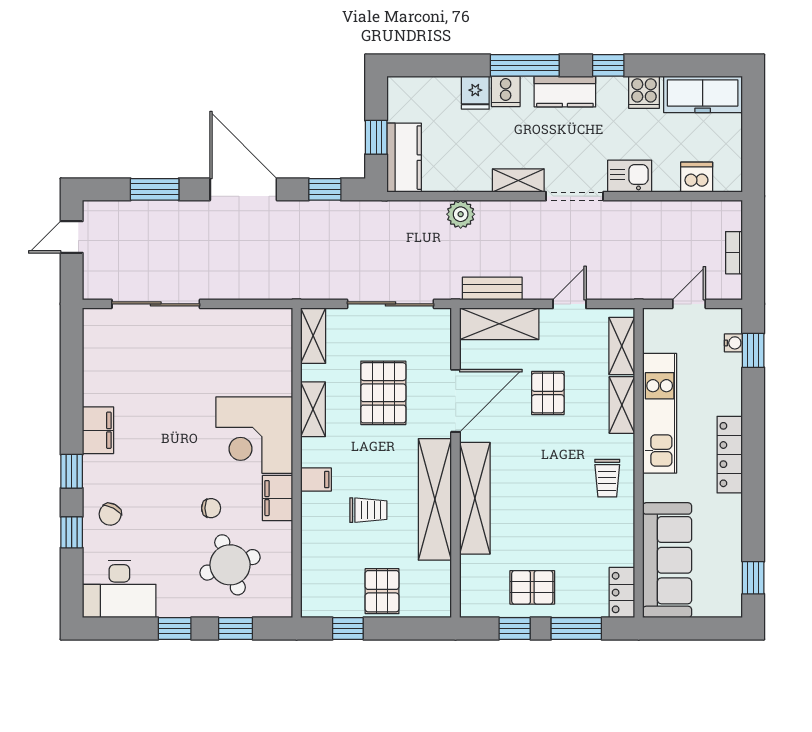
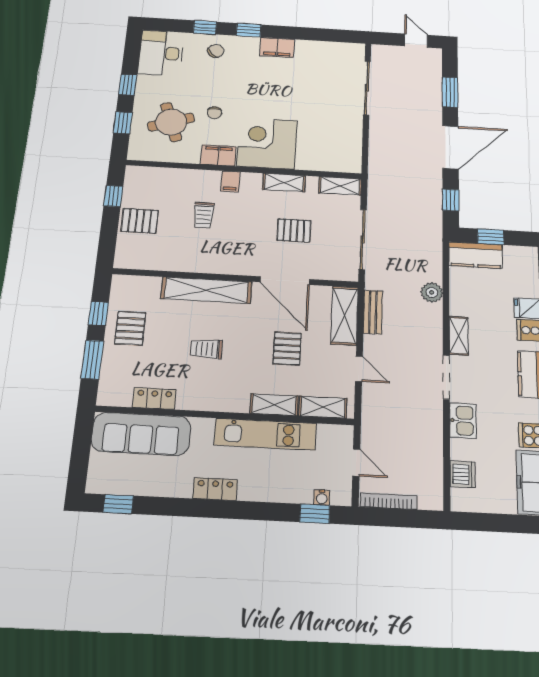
bookcase: (734, 253) -> (389, 501), width x1.56
pallet: (383, 393) -> (294, 231), width x0.67, depth x0.71
pallet: (548, 393) -> (287, 348), turned 90
locker: (730, 455) -> (215, 489), width x0.66
trolley: (607, 478) -> (206, 349), moved
shelving: (435, 499) -> (208, 262), removed
chair: (110, 514) -> (216, 51), turned 108
locker: (622, 593) -> (154, 398), moved

